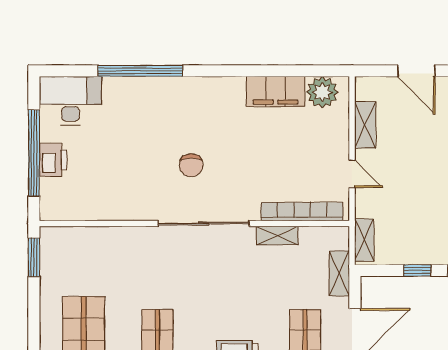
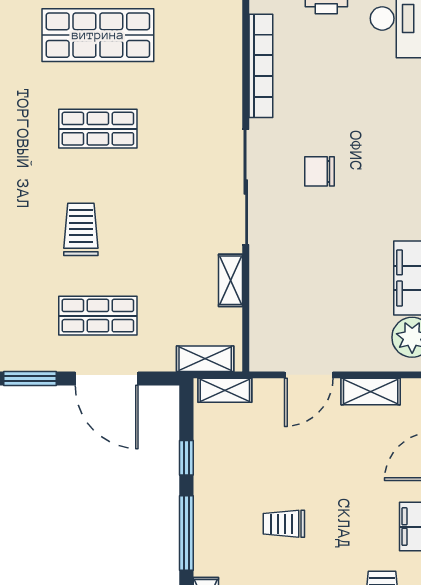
door: (352, 174) -> (309, 375), width x1.38
bookcase: (302, 212) -> (261, 66), moved
shelving: (339, 273) -> (205, 359), moved

